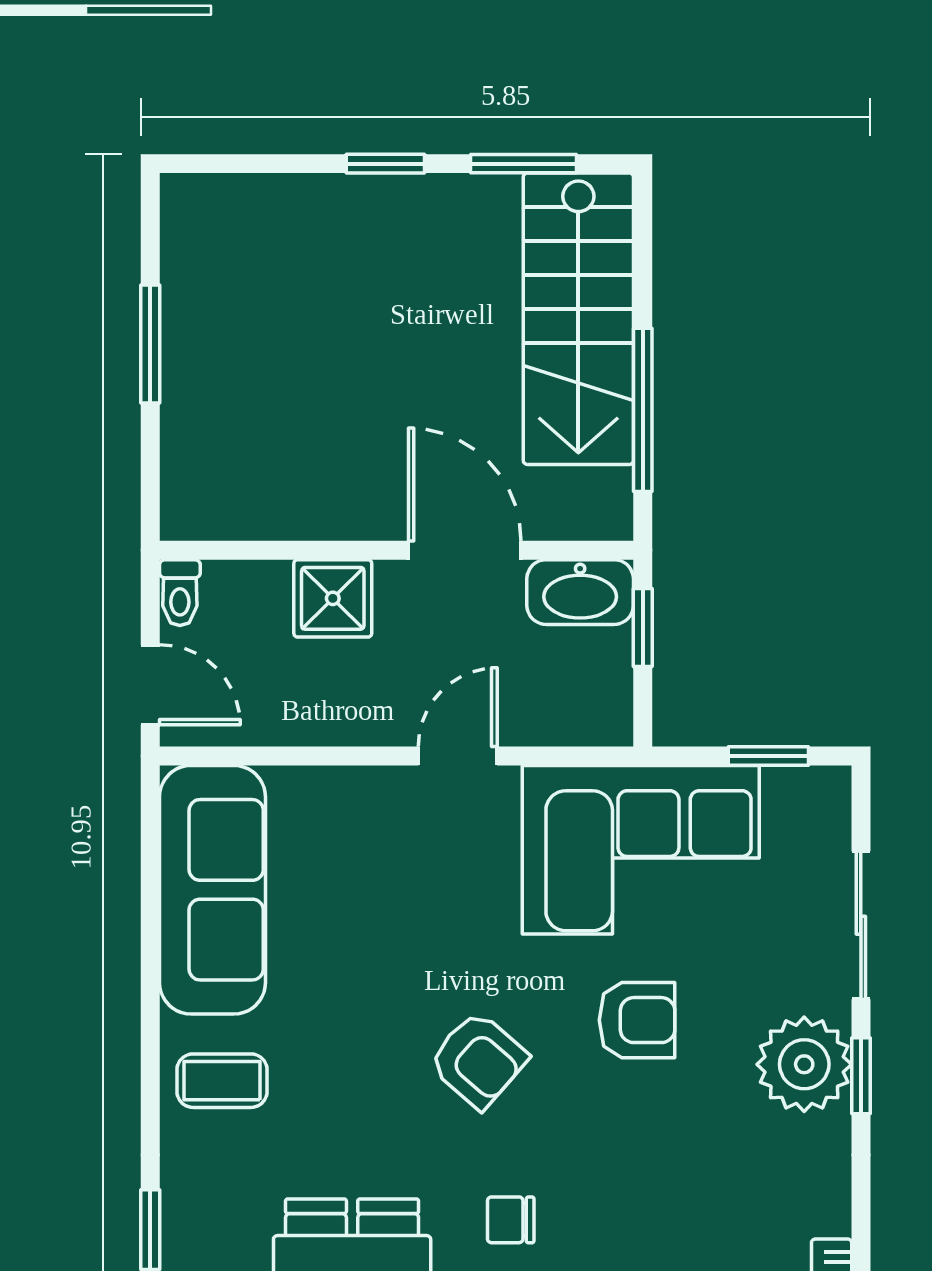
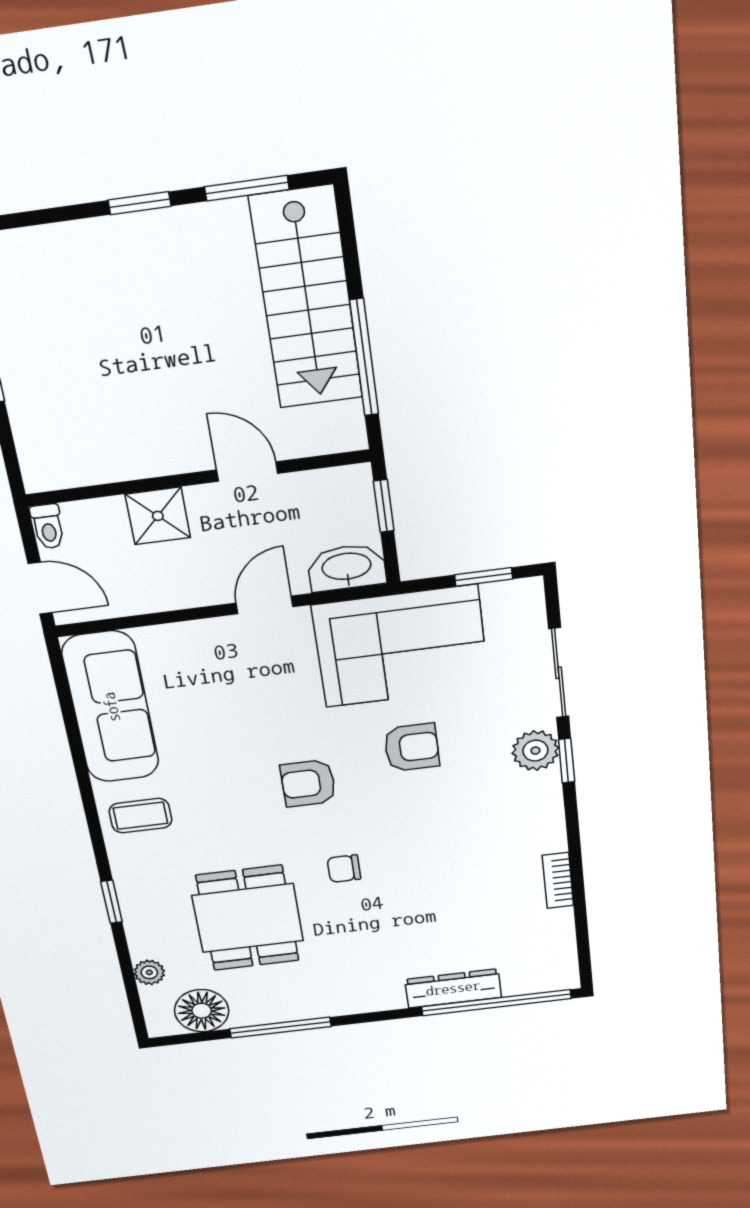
door: (465, 550) -> (247, 472), width x0.73
washbasin: (580, 592) -> (347, 568), moved, turned 180
armchair: (478, 1060) -> (308, 783), turned 139
plant: (804, 1064) -> (535, 751), width x0.73, depth x0.73

